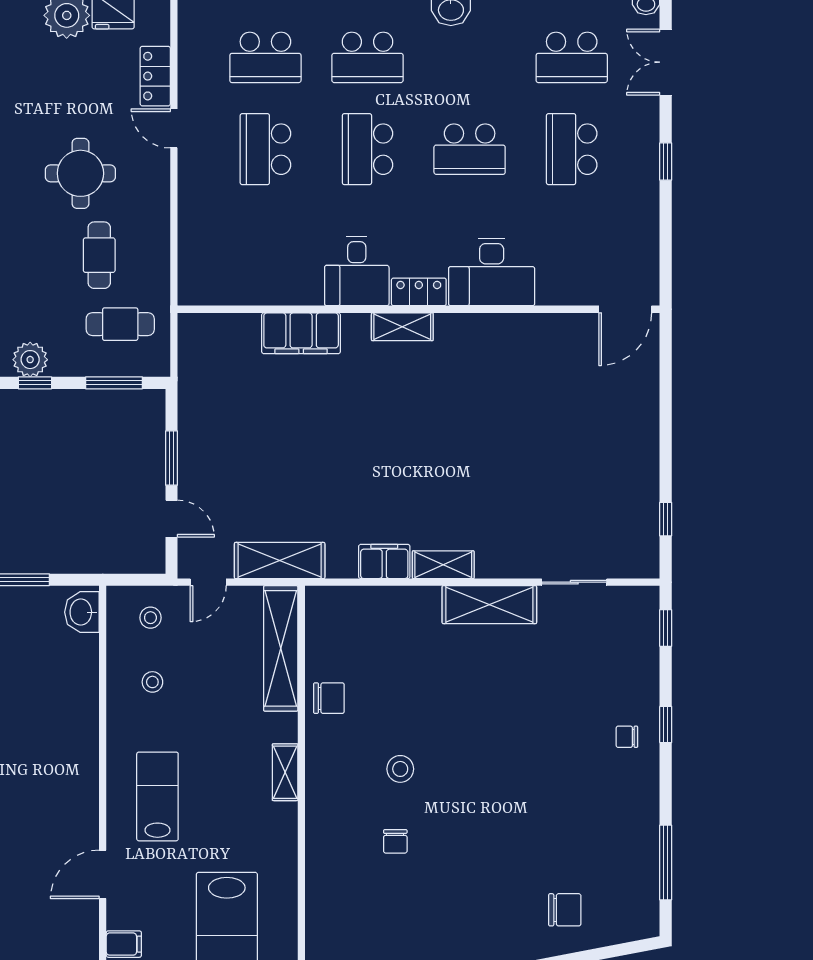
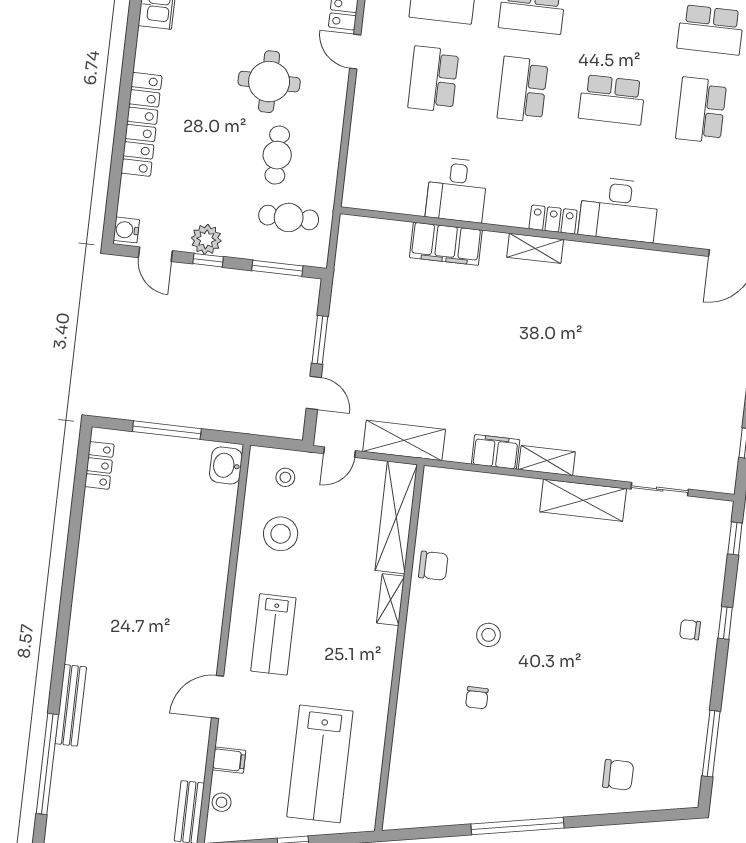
desk: (357, 271) -> (457, 190), moved
stool: (152, 682) -> (281, 534), width x1.89, depth x1.89
shelving: (285, 772) -> (391, 600), moved
lab bench: (157, 796) -> (273, 634), turned 180

